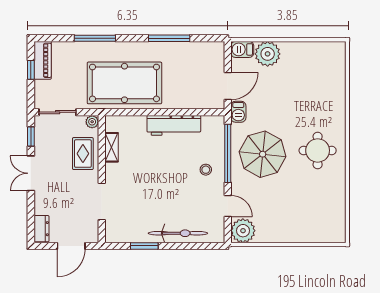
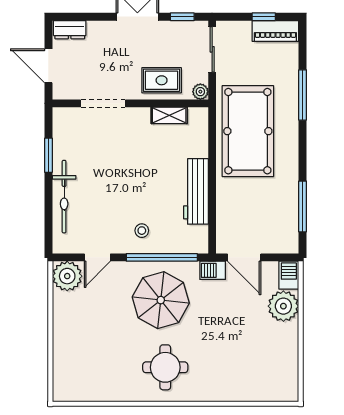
window: (169, 38) -> (303, 206), moved

